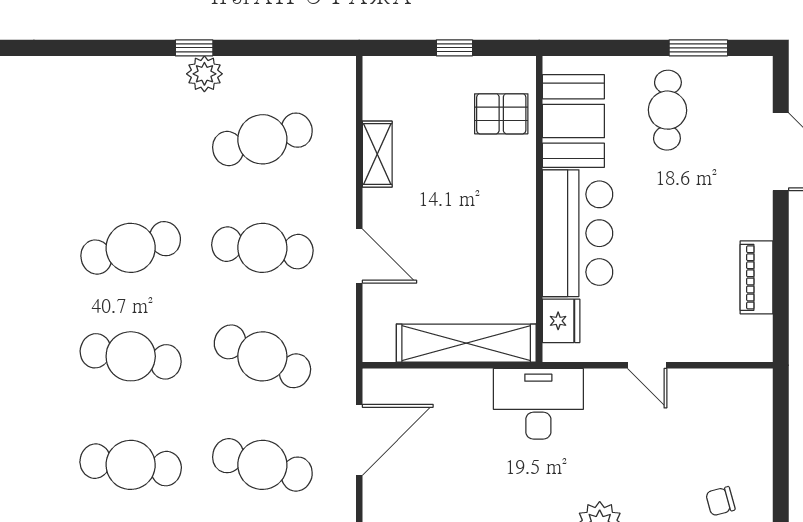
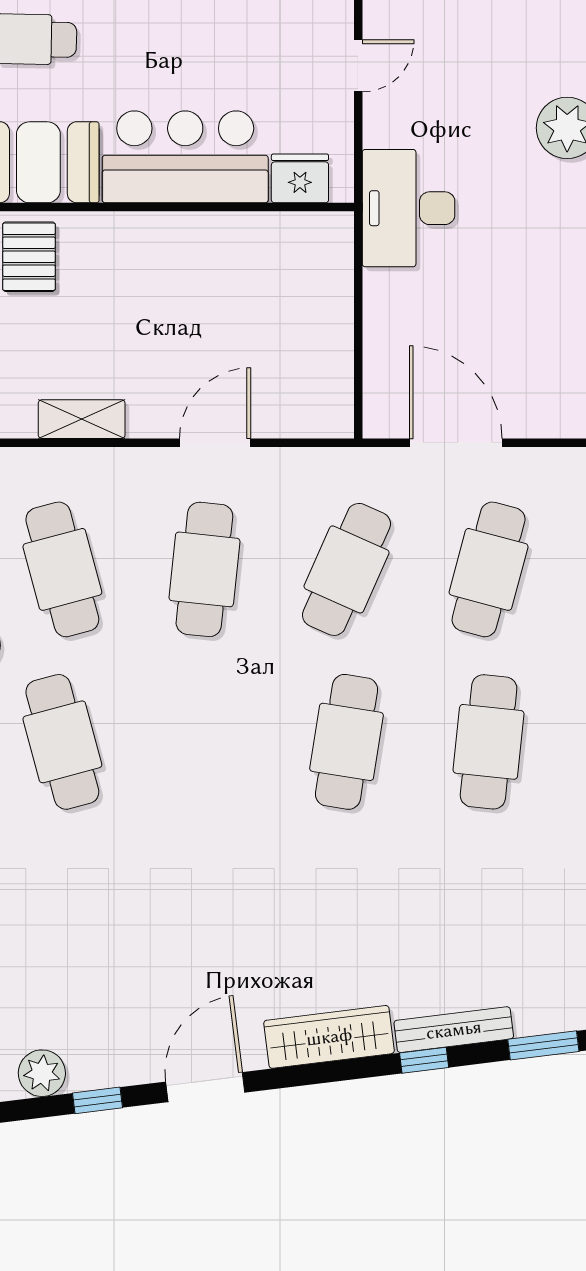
cafe table: (131, 248) -> (62, 742), moved
shelving: (466, 343) -> (329, 303), removed

